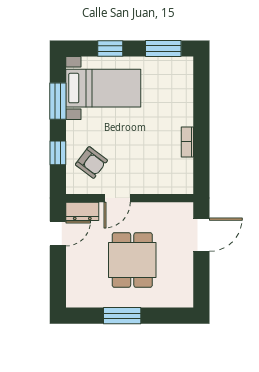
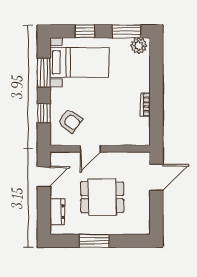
plant: (179, 67) -> (139, 46), added
dresser: (82, 211) -> (57, 212), moved, turned -90
dining table: (132, 260) -> (102, 197), turned 90

